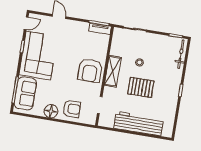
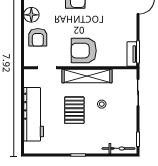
shelving: (113, 71) -> (87, 76), width x1.47

